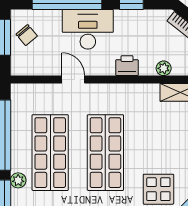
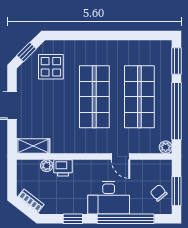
printer: (127, 66) -> (63, 168), moved
plant: (18, 180) -> (166, 147), moved

